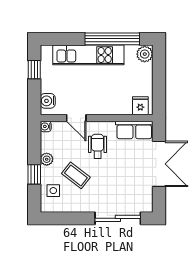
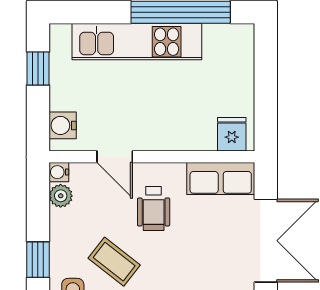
plant: (145, 54) -> (240, 40), removed
wheelchair: (98, 146) -> (154, 208), turned 180
plant: (47, 159) -> (61, 196), moved

